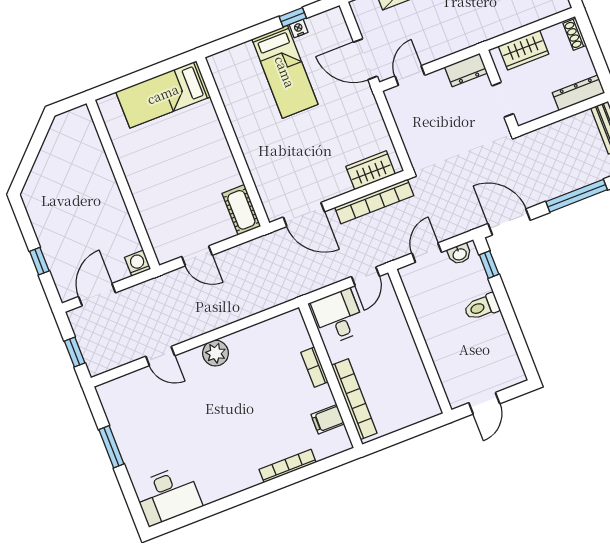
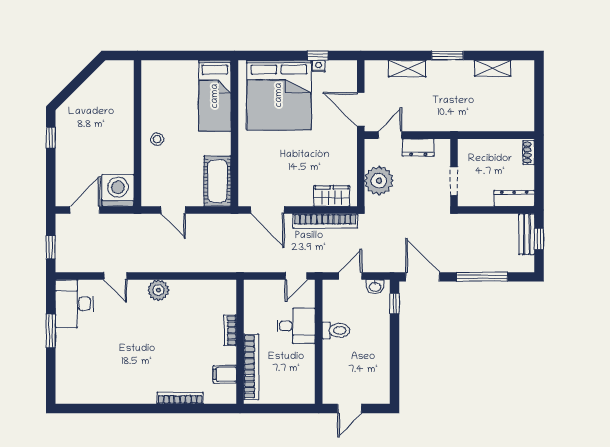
wardrobe: (524, 50) -> (485, 149), removed
dresser: (466, 70) -> (418, 148), moved
bed: (285, 72) -> (279, 95), width x2.04
bed: (163, 94) -> (215, 96), moved, turned -90
plant: (417, 132) -> (379, 181), added
stool: (148, 183) -> (157, 139), added
cot: (241, 210) -> (217, 181), width x1.37, depth x1.34
window: (39, 261) -> (51, 138), moved
washing machine: (138, 263) -> (118, 190), width x1.89, depth x1.89
toilet: (482, 307) -> (336, 330), moved, turned 180
desk: (338, 317) -> (296, 326), moved, turned 90
desk: (168, 495) -> (74, 304), moved, turned 90

